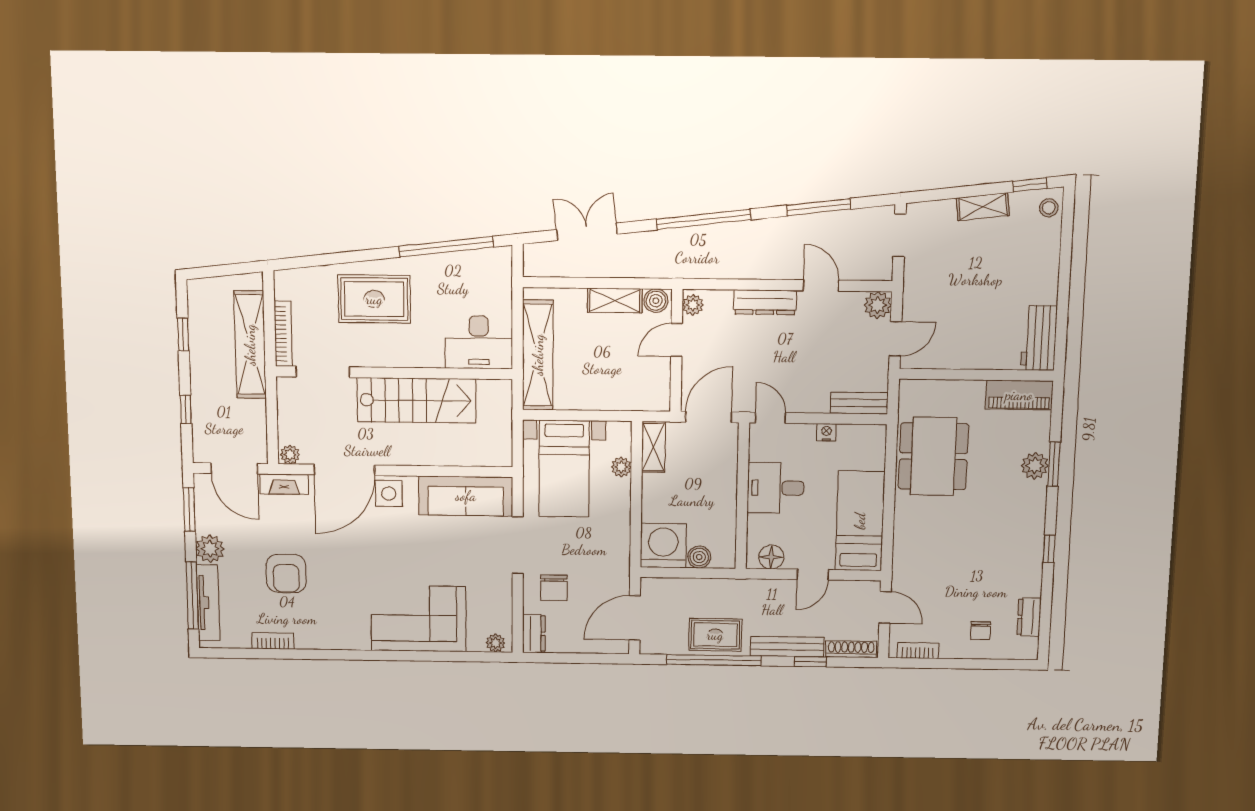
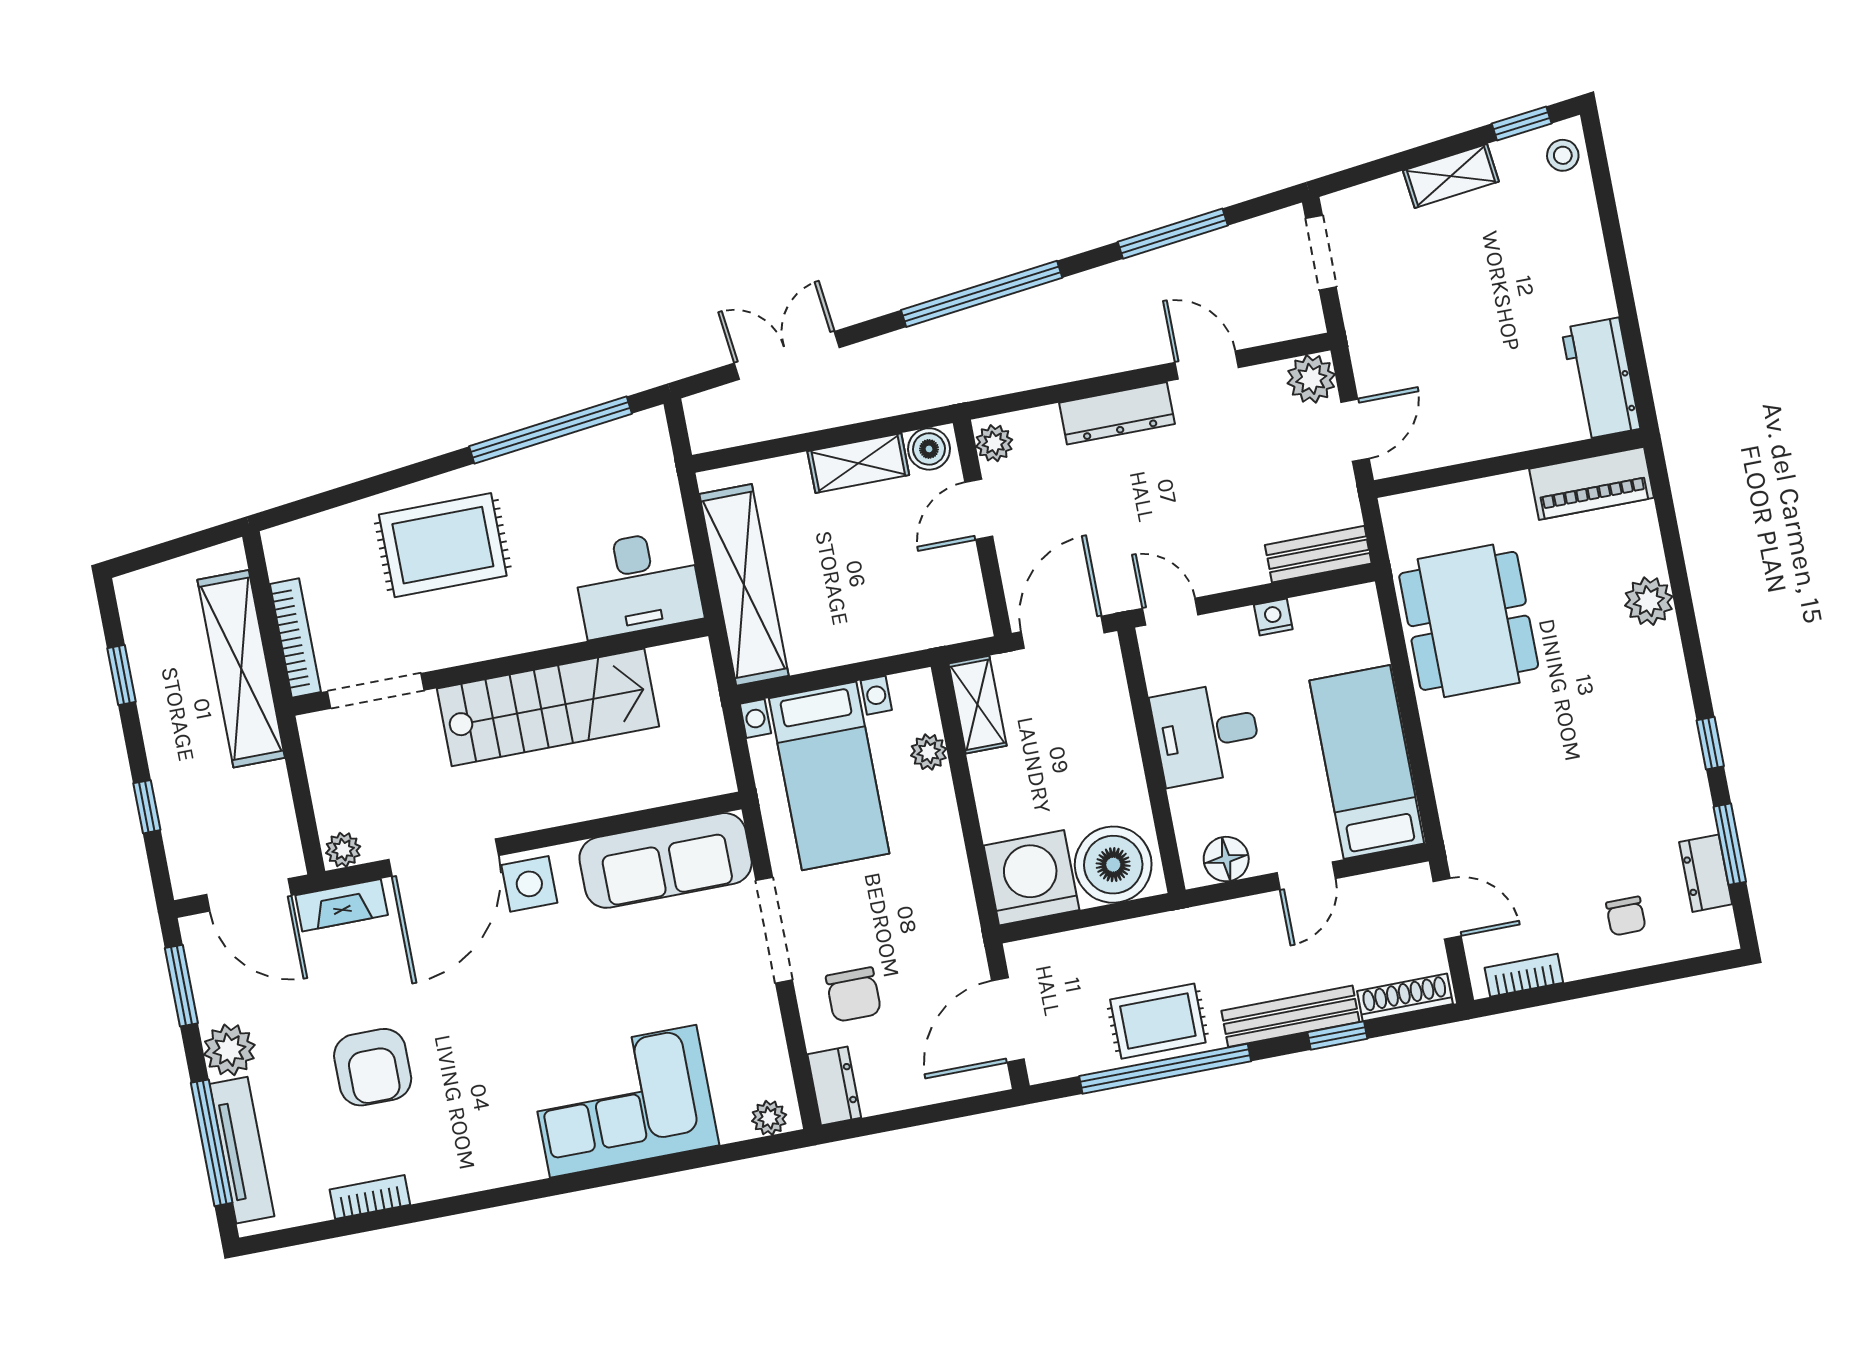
window: (1054, 464) -> (1730, 844), moved
boiler: (699, 557) -> (1113, 865), width x1.86, depth x1.86

